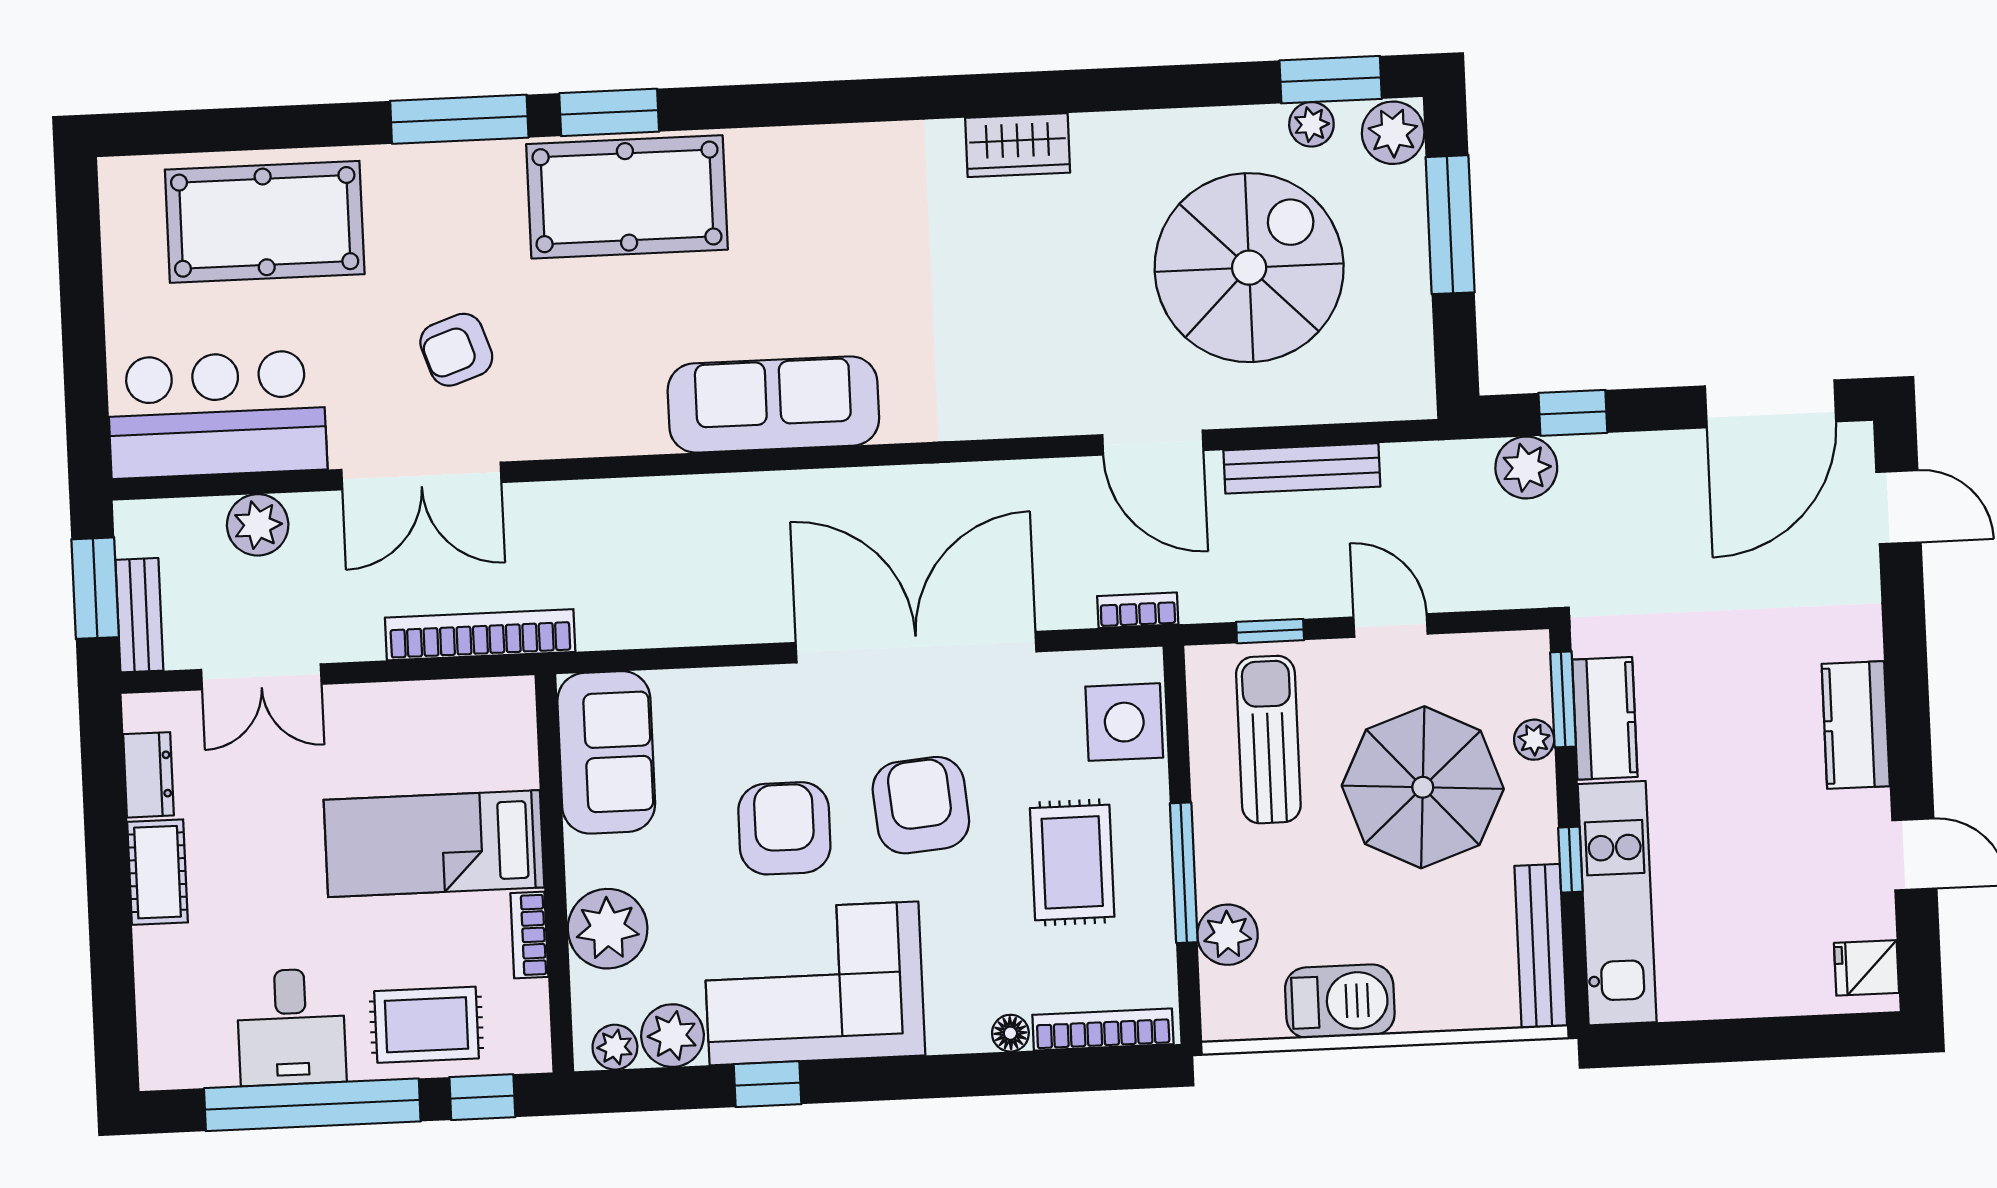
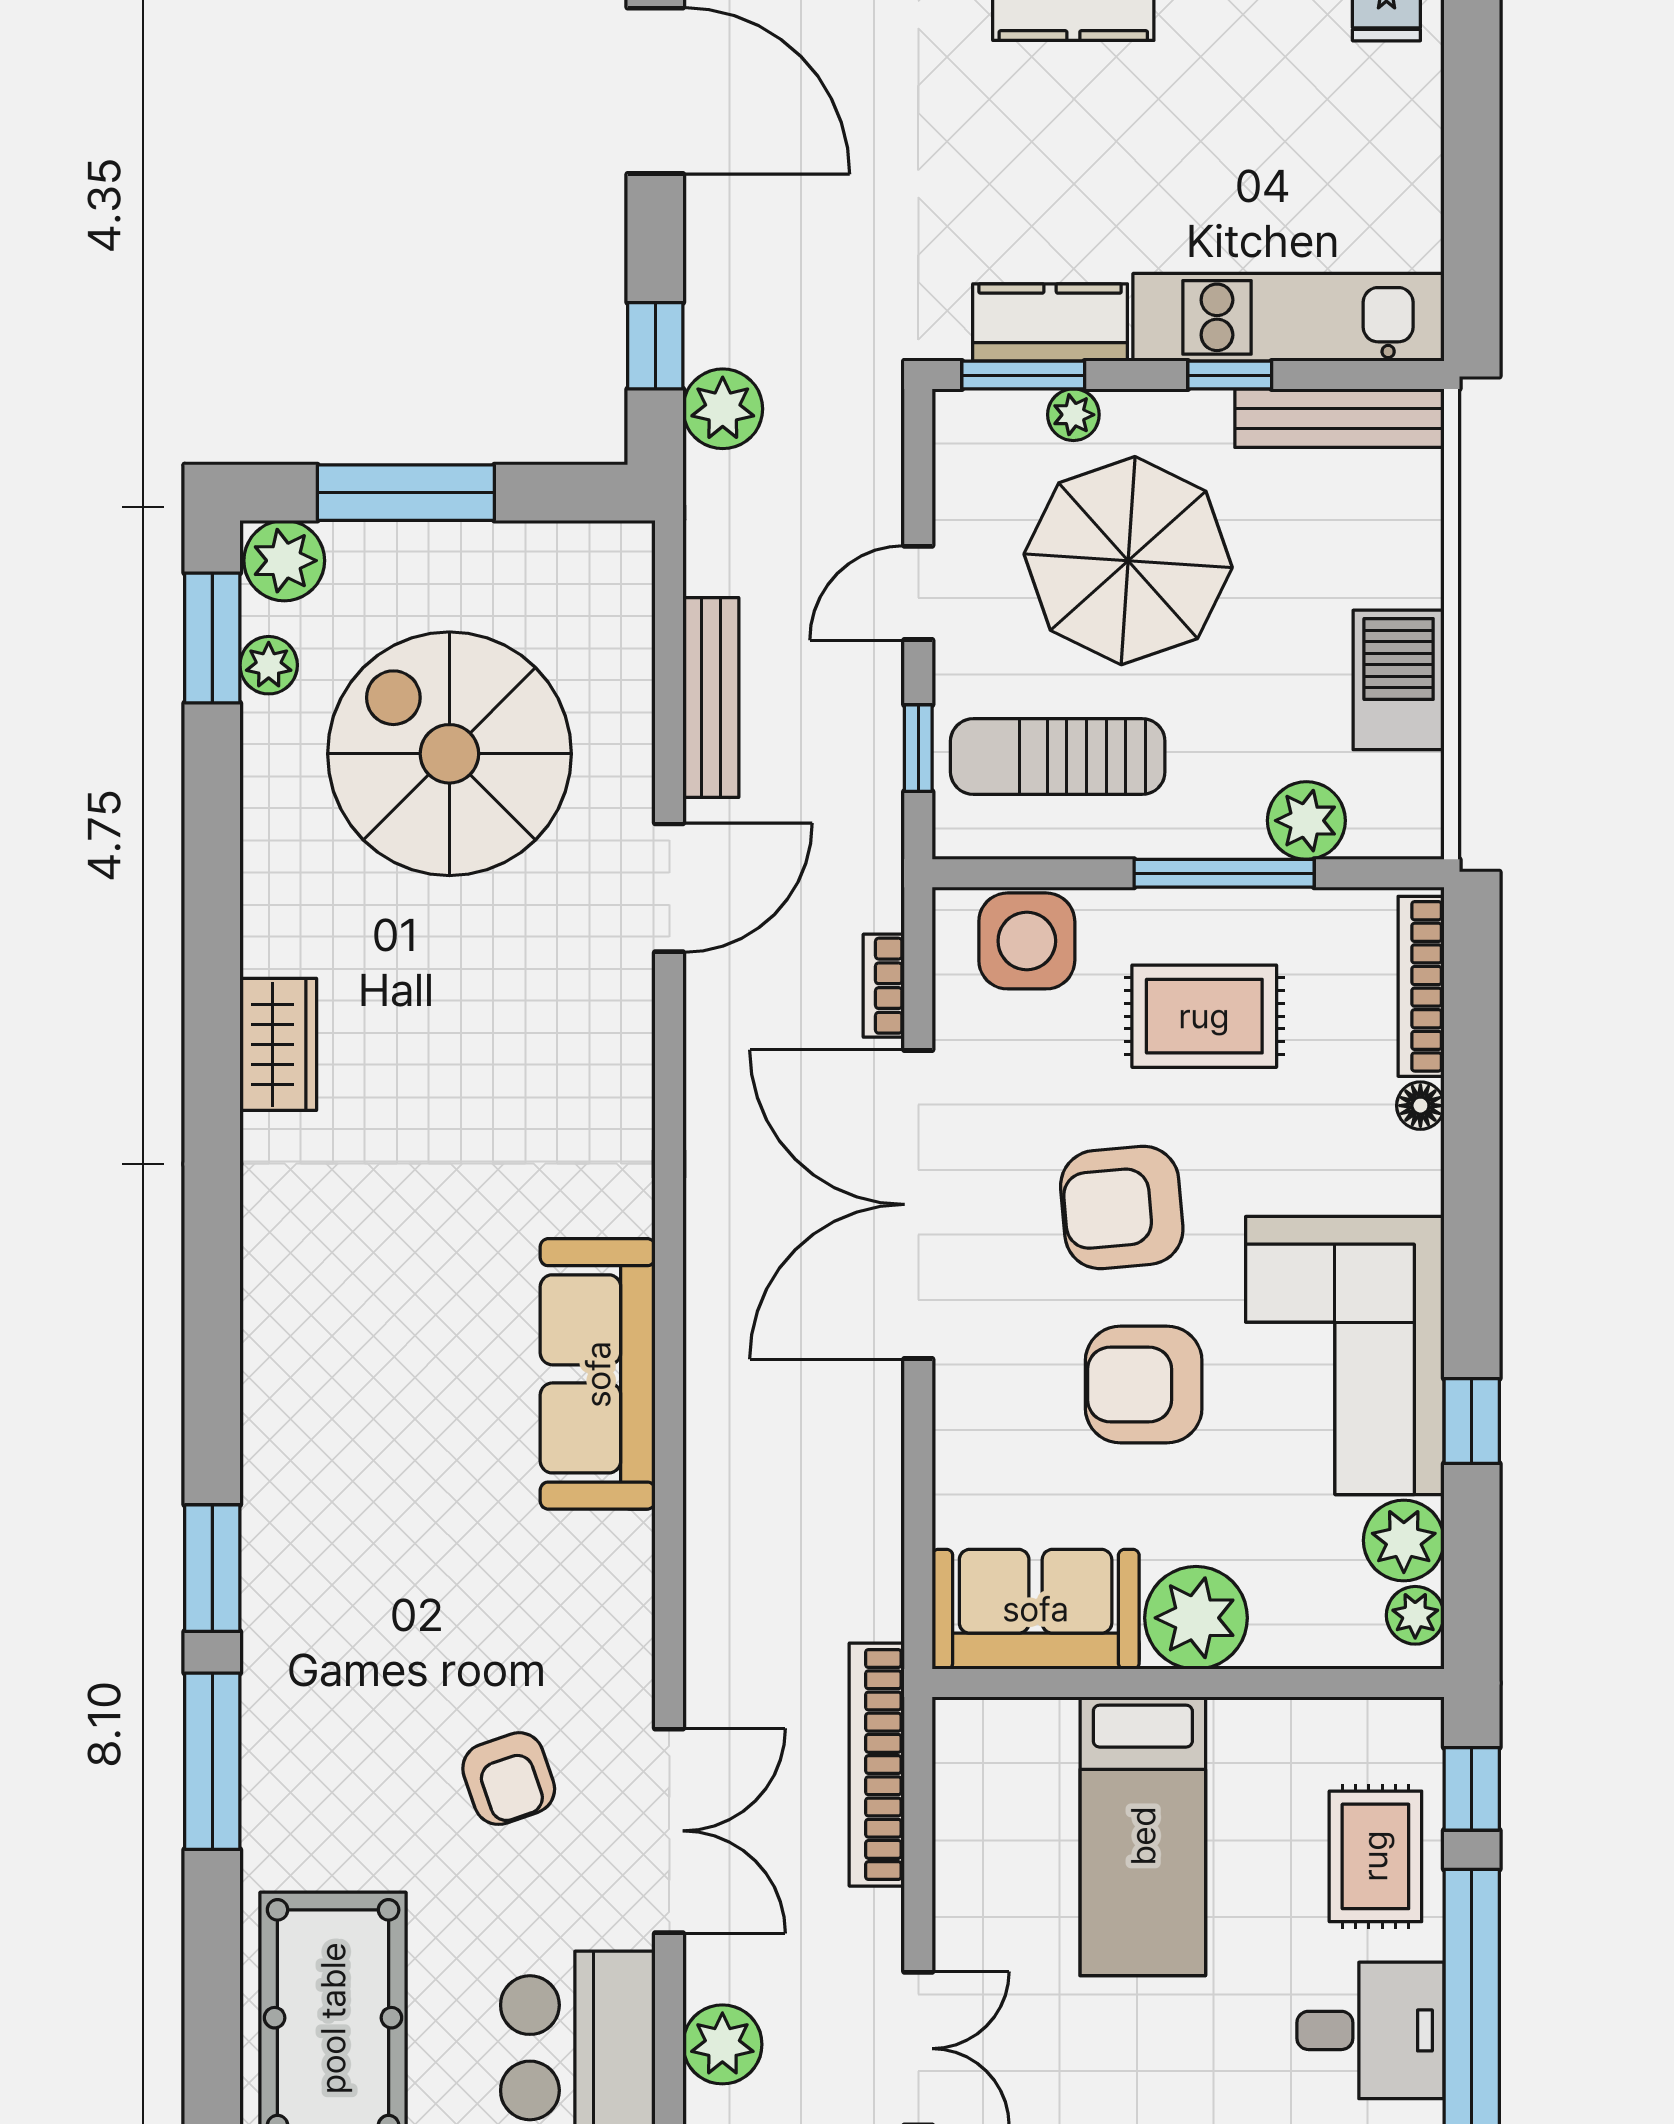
pool table: (627, 197) -> (322, 1550), removed
bookcase: (1138, 610) -> (884, 986), moved
plant: (608, 929) -> (1196, 1618), moved
bookcase: (529, 935) -> (1266, 1719), removed

